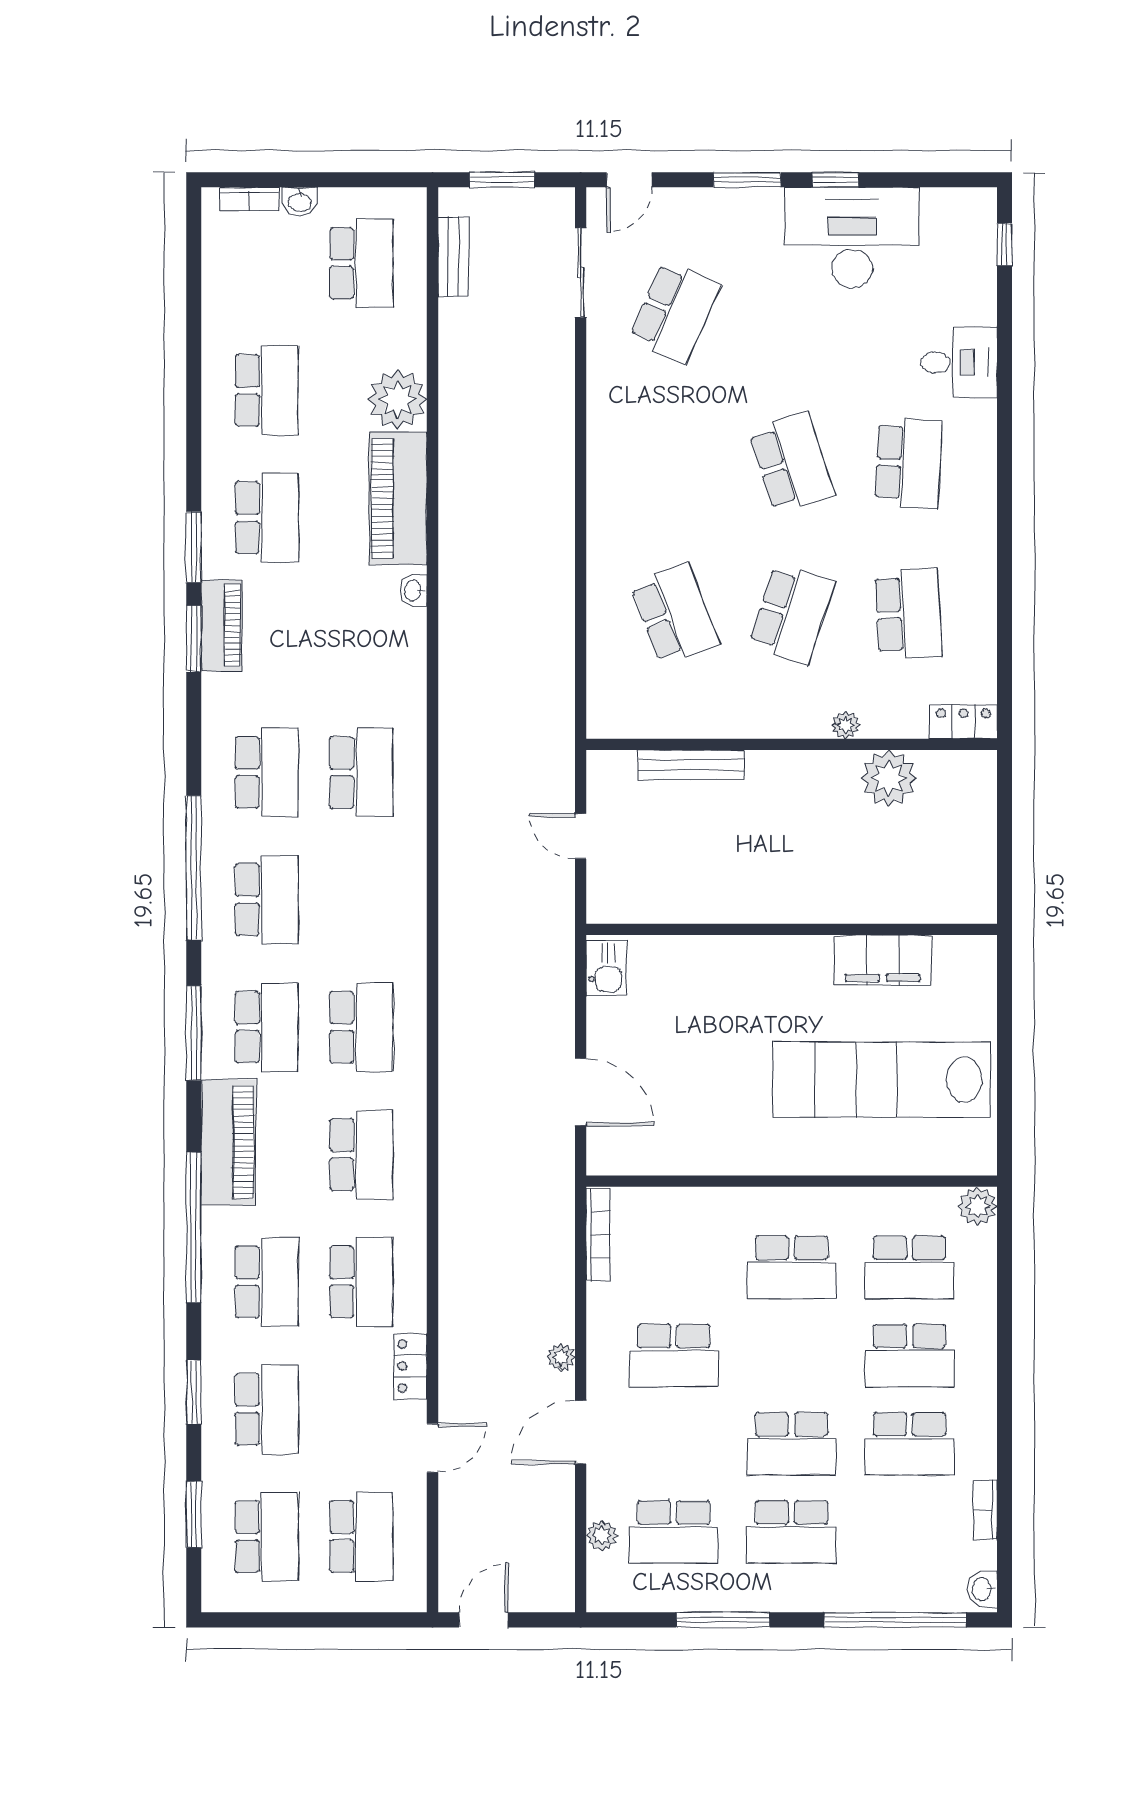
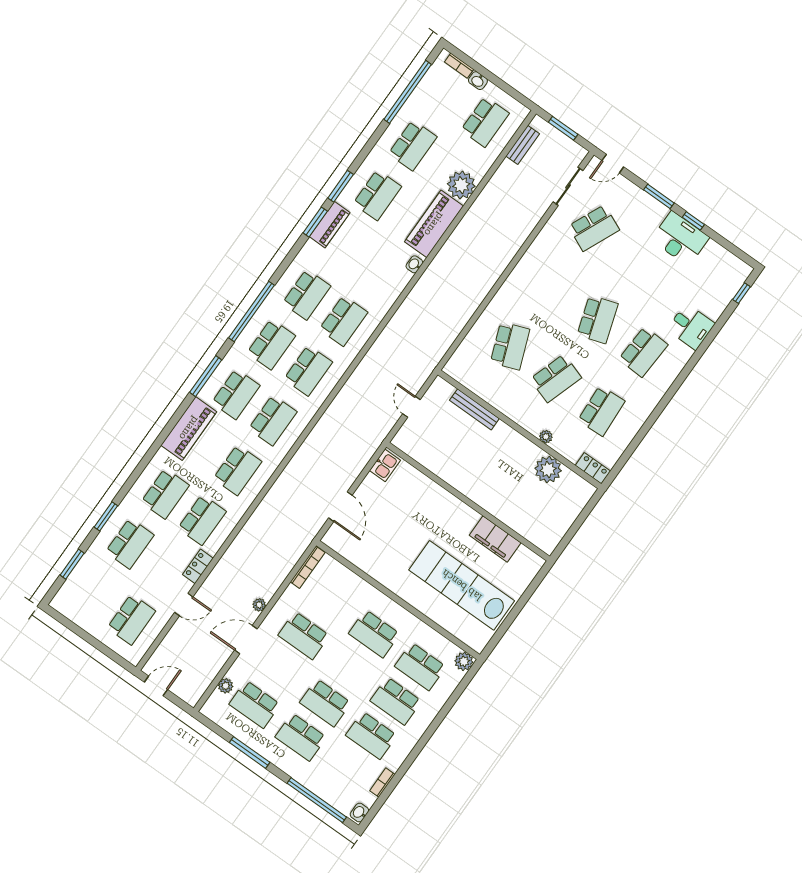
desk: (852, 237) -> (680, 239), width x0.73, depth x0.77
window: (194, 1227) -> (408, 92), moved
school desk: (267, 1537) -> (308, 371), moved

